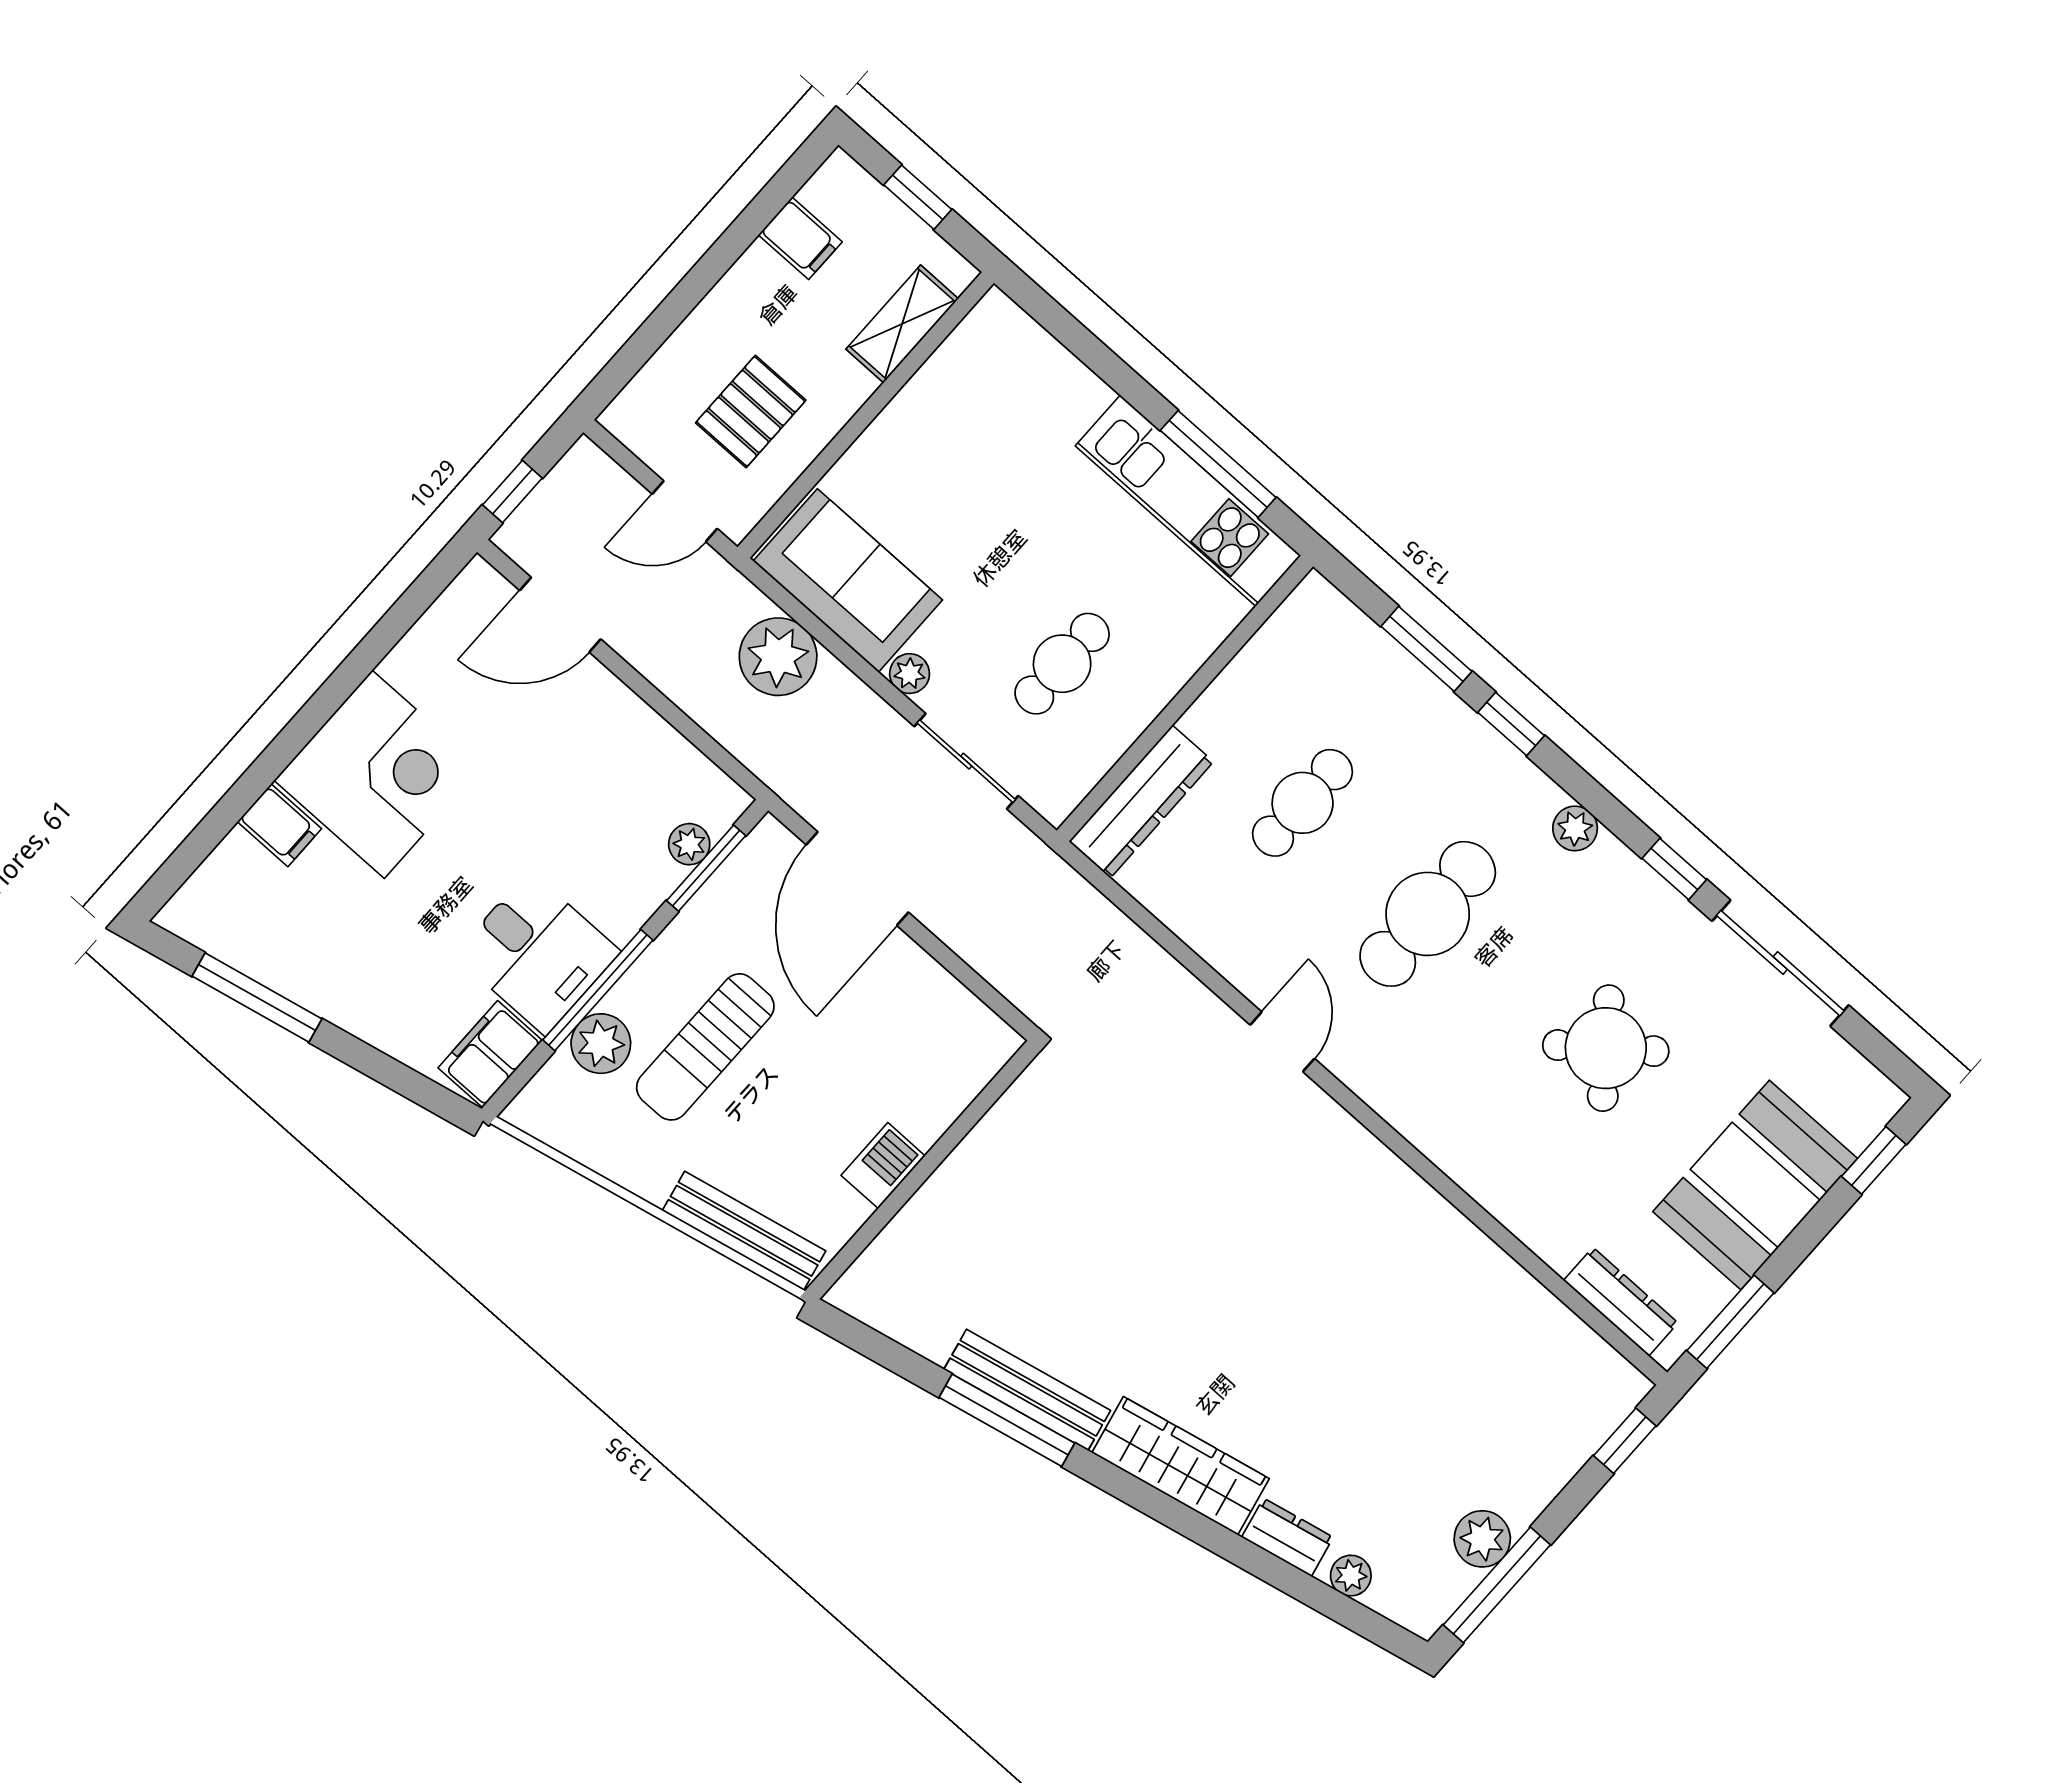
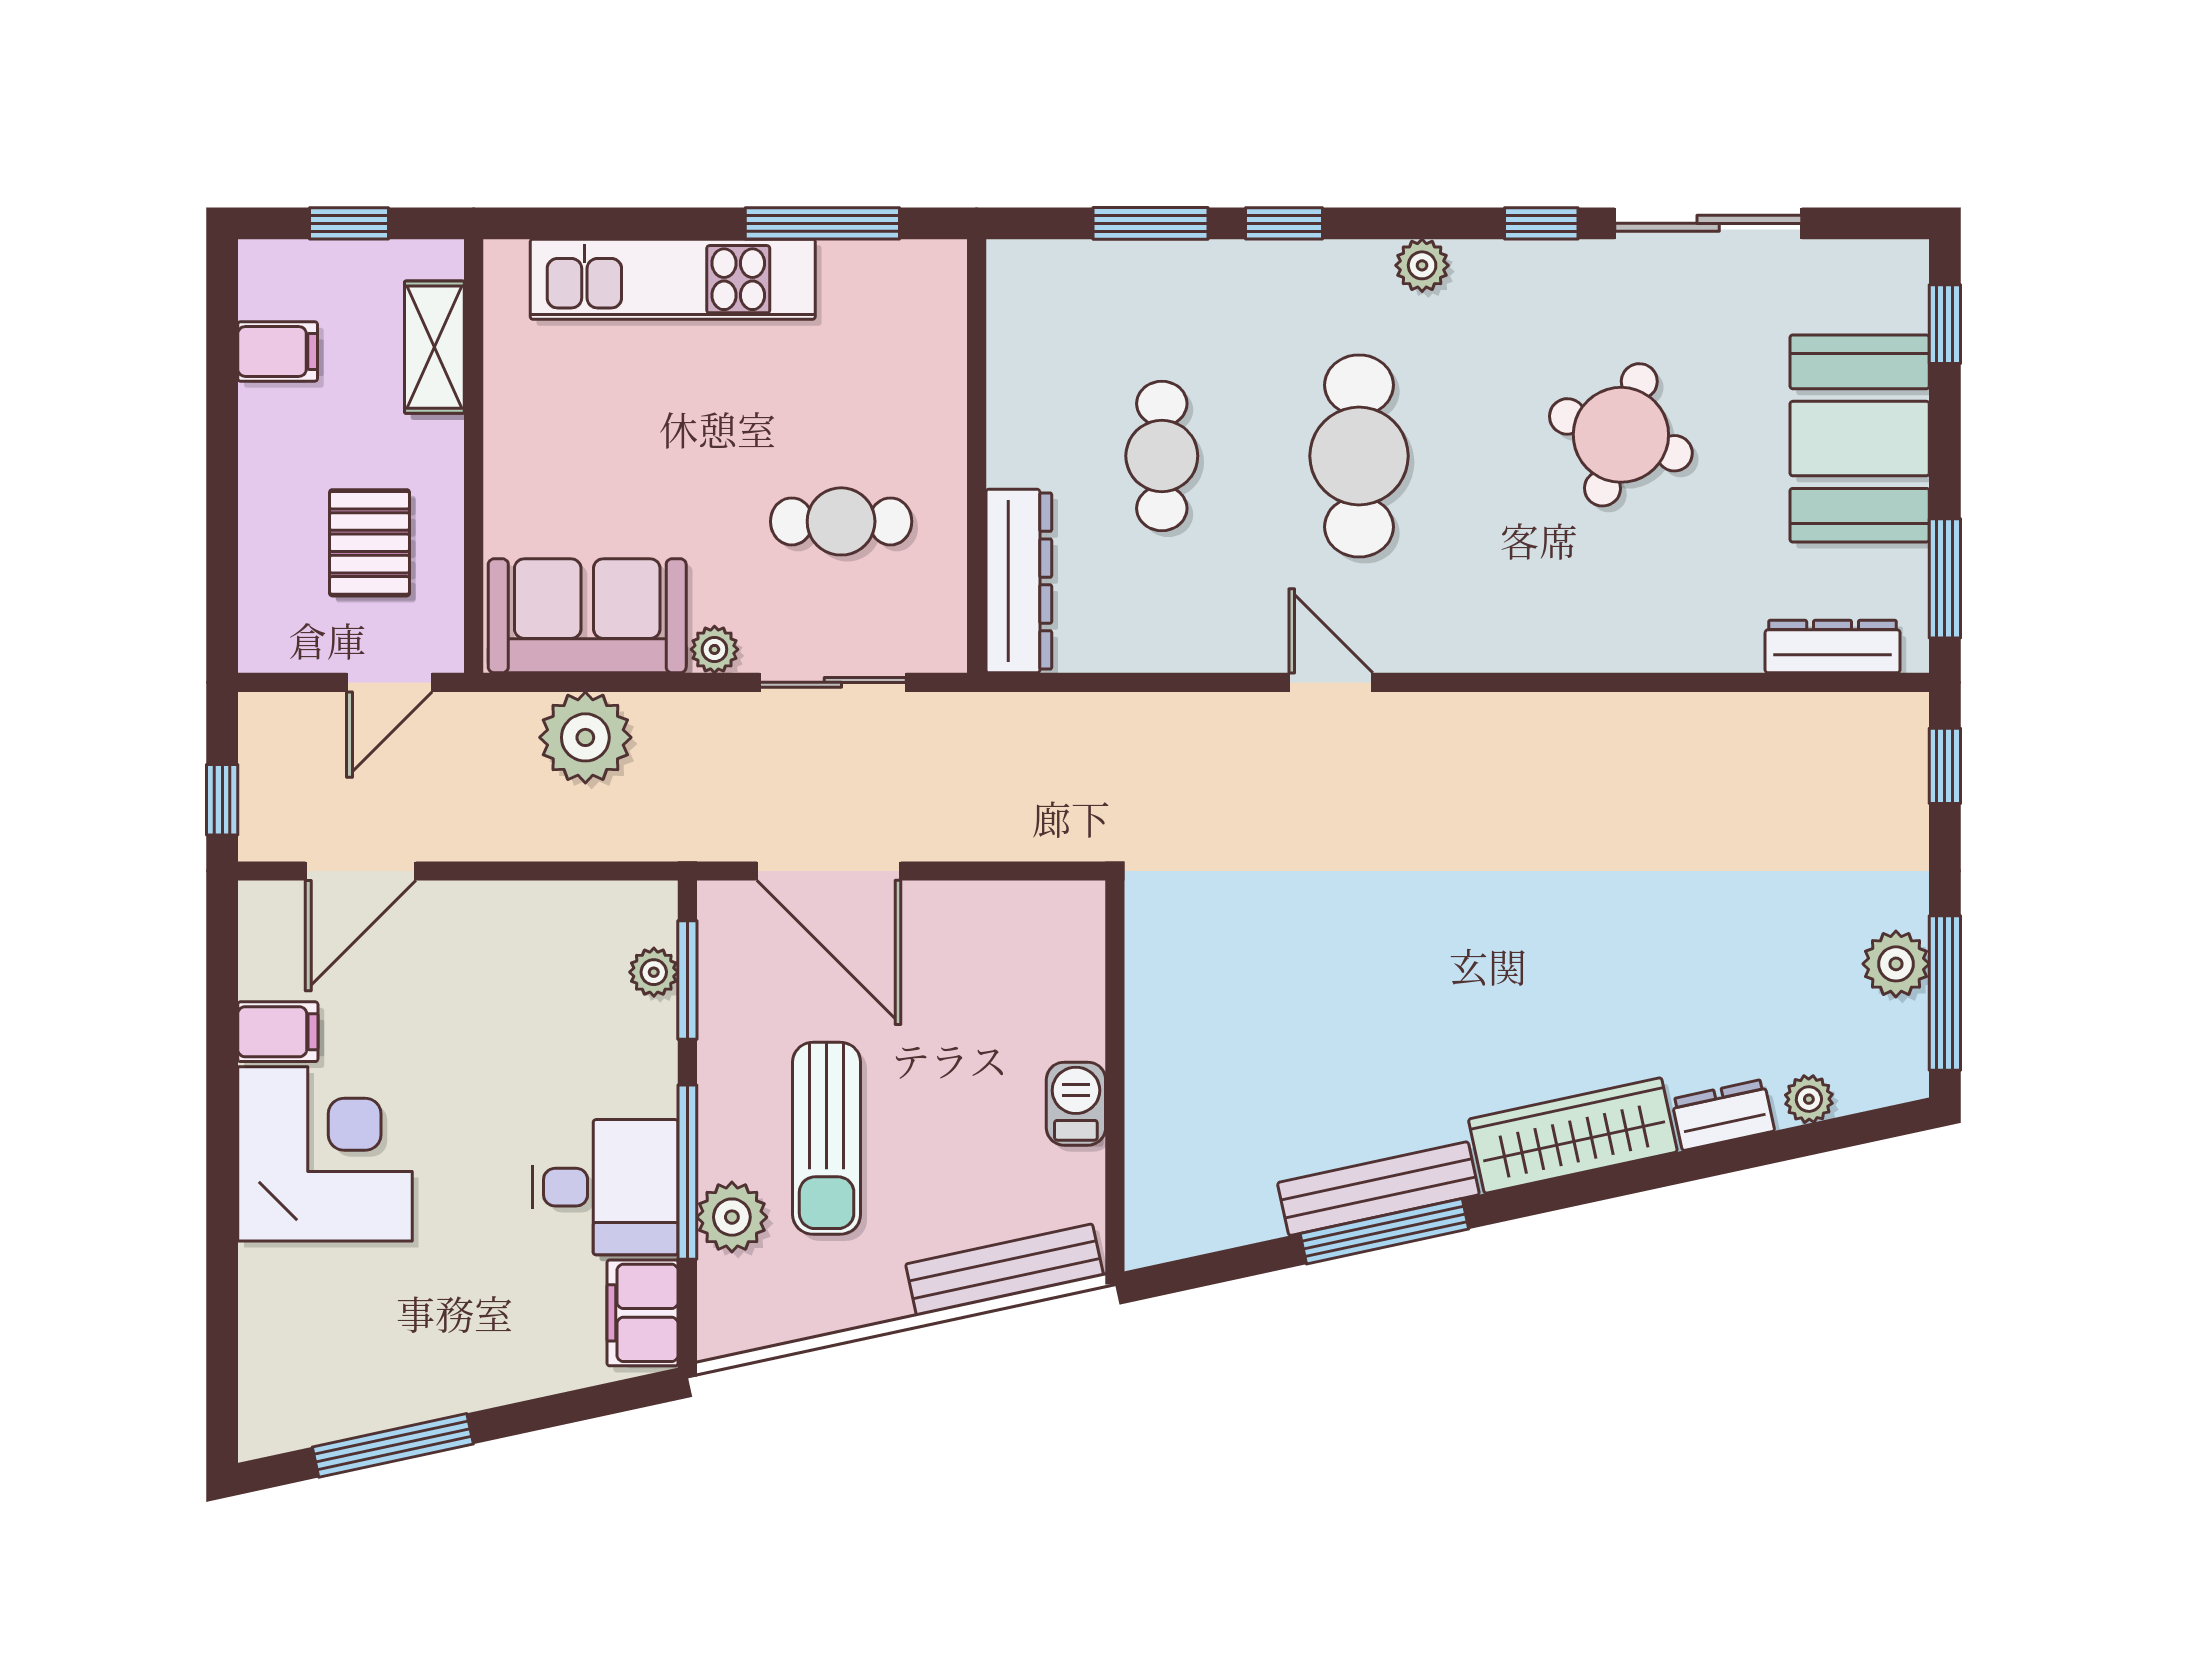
kitchen unit: (1188, 501) -> (673, 279), moved
cafe table: (1062, 664) -> (841, 521), turned 90
filing cabinet: (279, 825) -> (278, 1032), moved
round table: (1606, 1048) -> (1621, 435), turned -33

